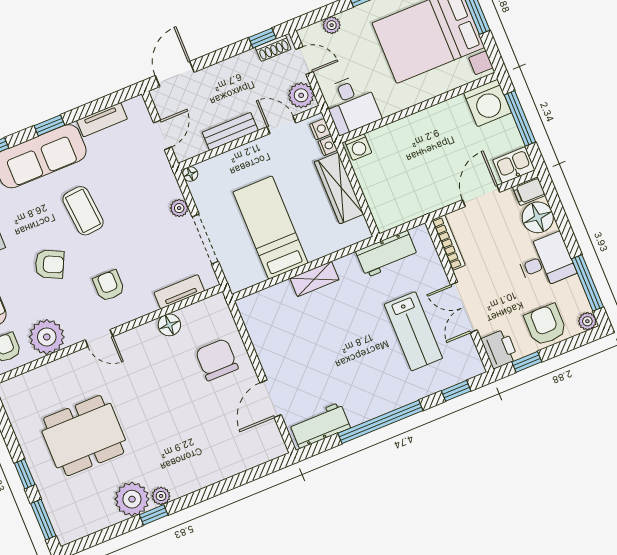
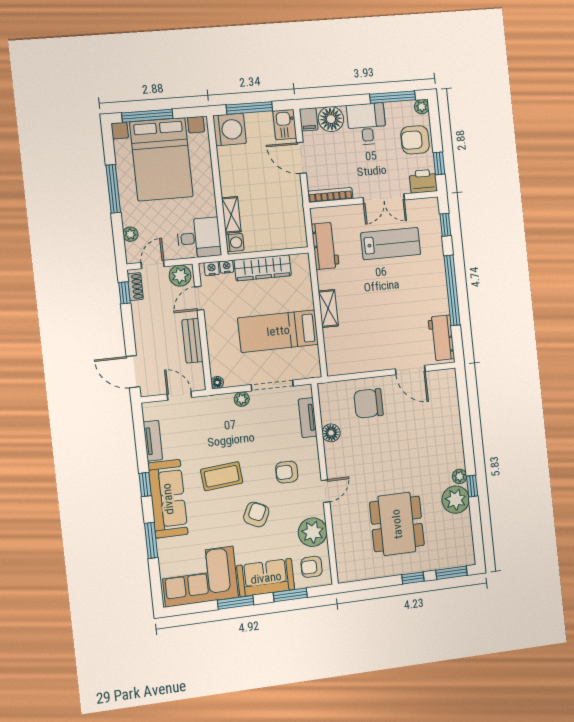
shelving: (389, 134) -> (231, 215), added

